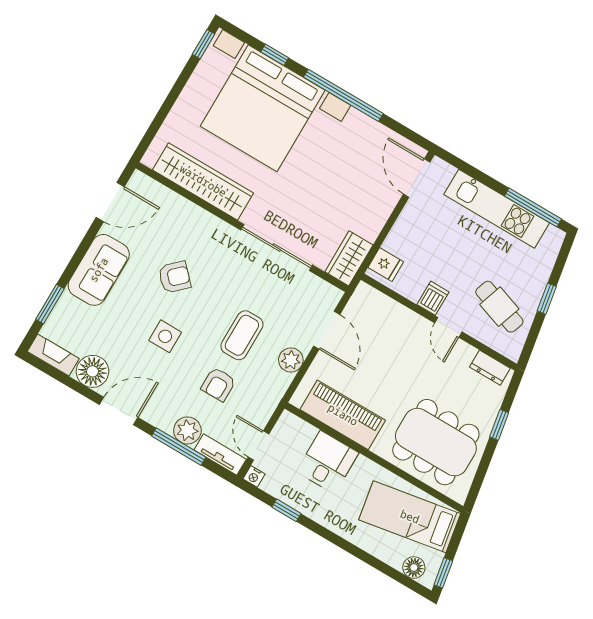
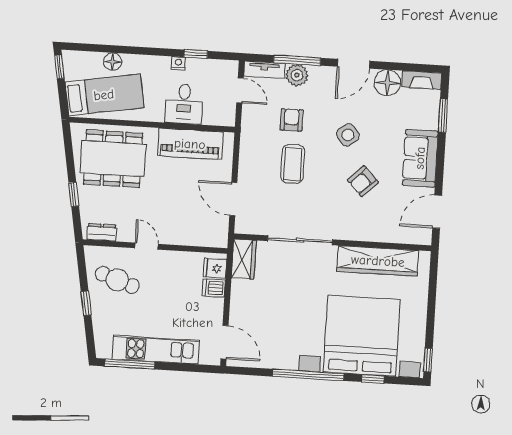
dishwasher: (433, 298) -> (214, 288), moved, turned 90
side table: (165, 336) -> (348, 135), turned -37
plant: (291, 360) -> (248, 164), removed
nightstand: (254, 476) -> (178, 63), moved
floor lamp: (414, 568) -> (113, 62), moved

